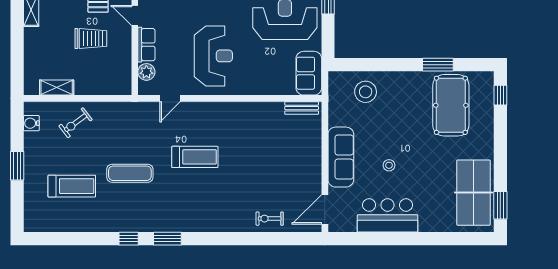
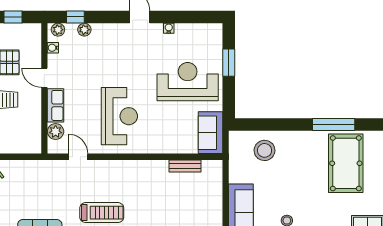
window: (438, 65) -> (334, 125), width x1.44
door: (170, 98) -> (78, 157), swing flipped
bench: (302, 108) -> (185, 166), moved

